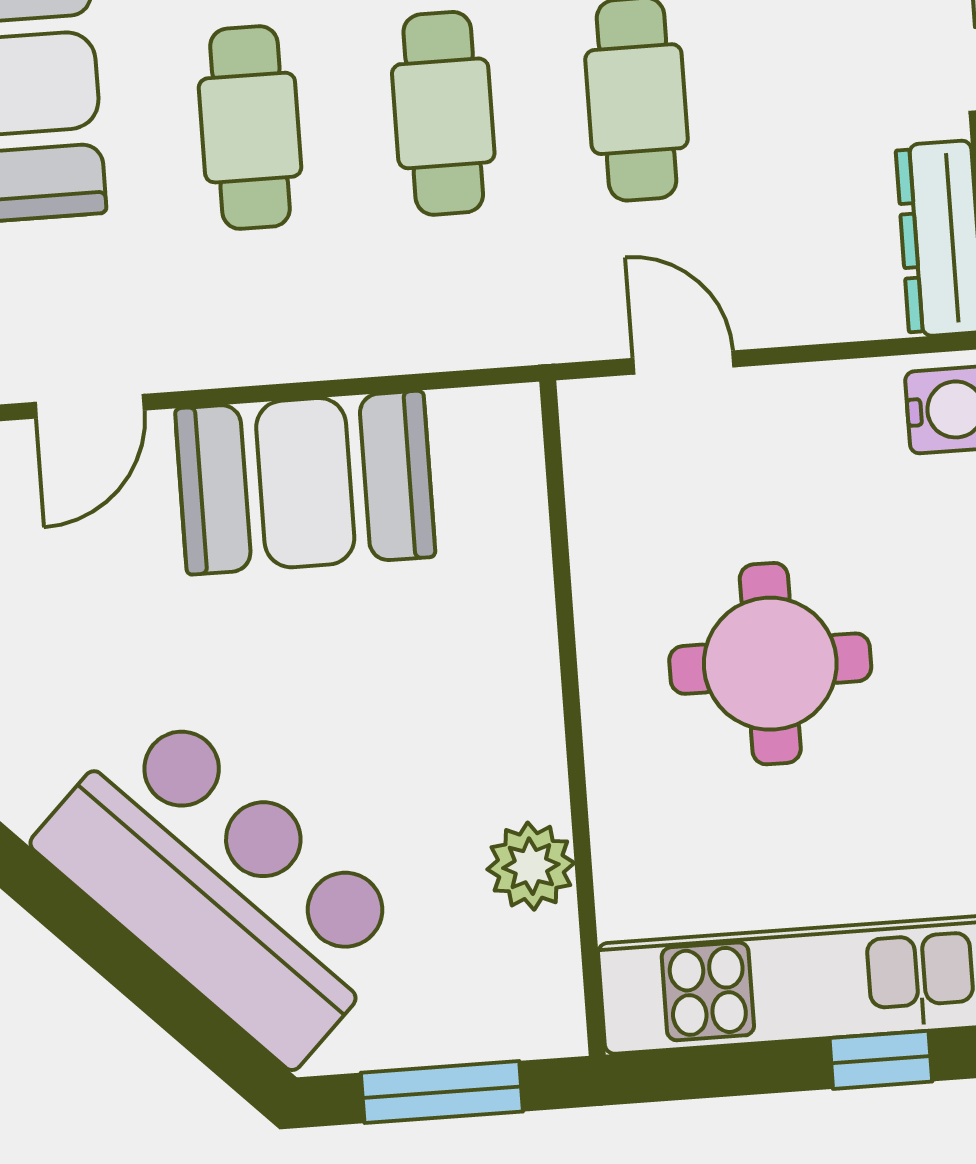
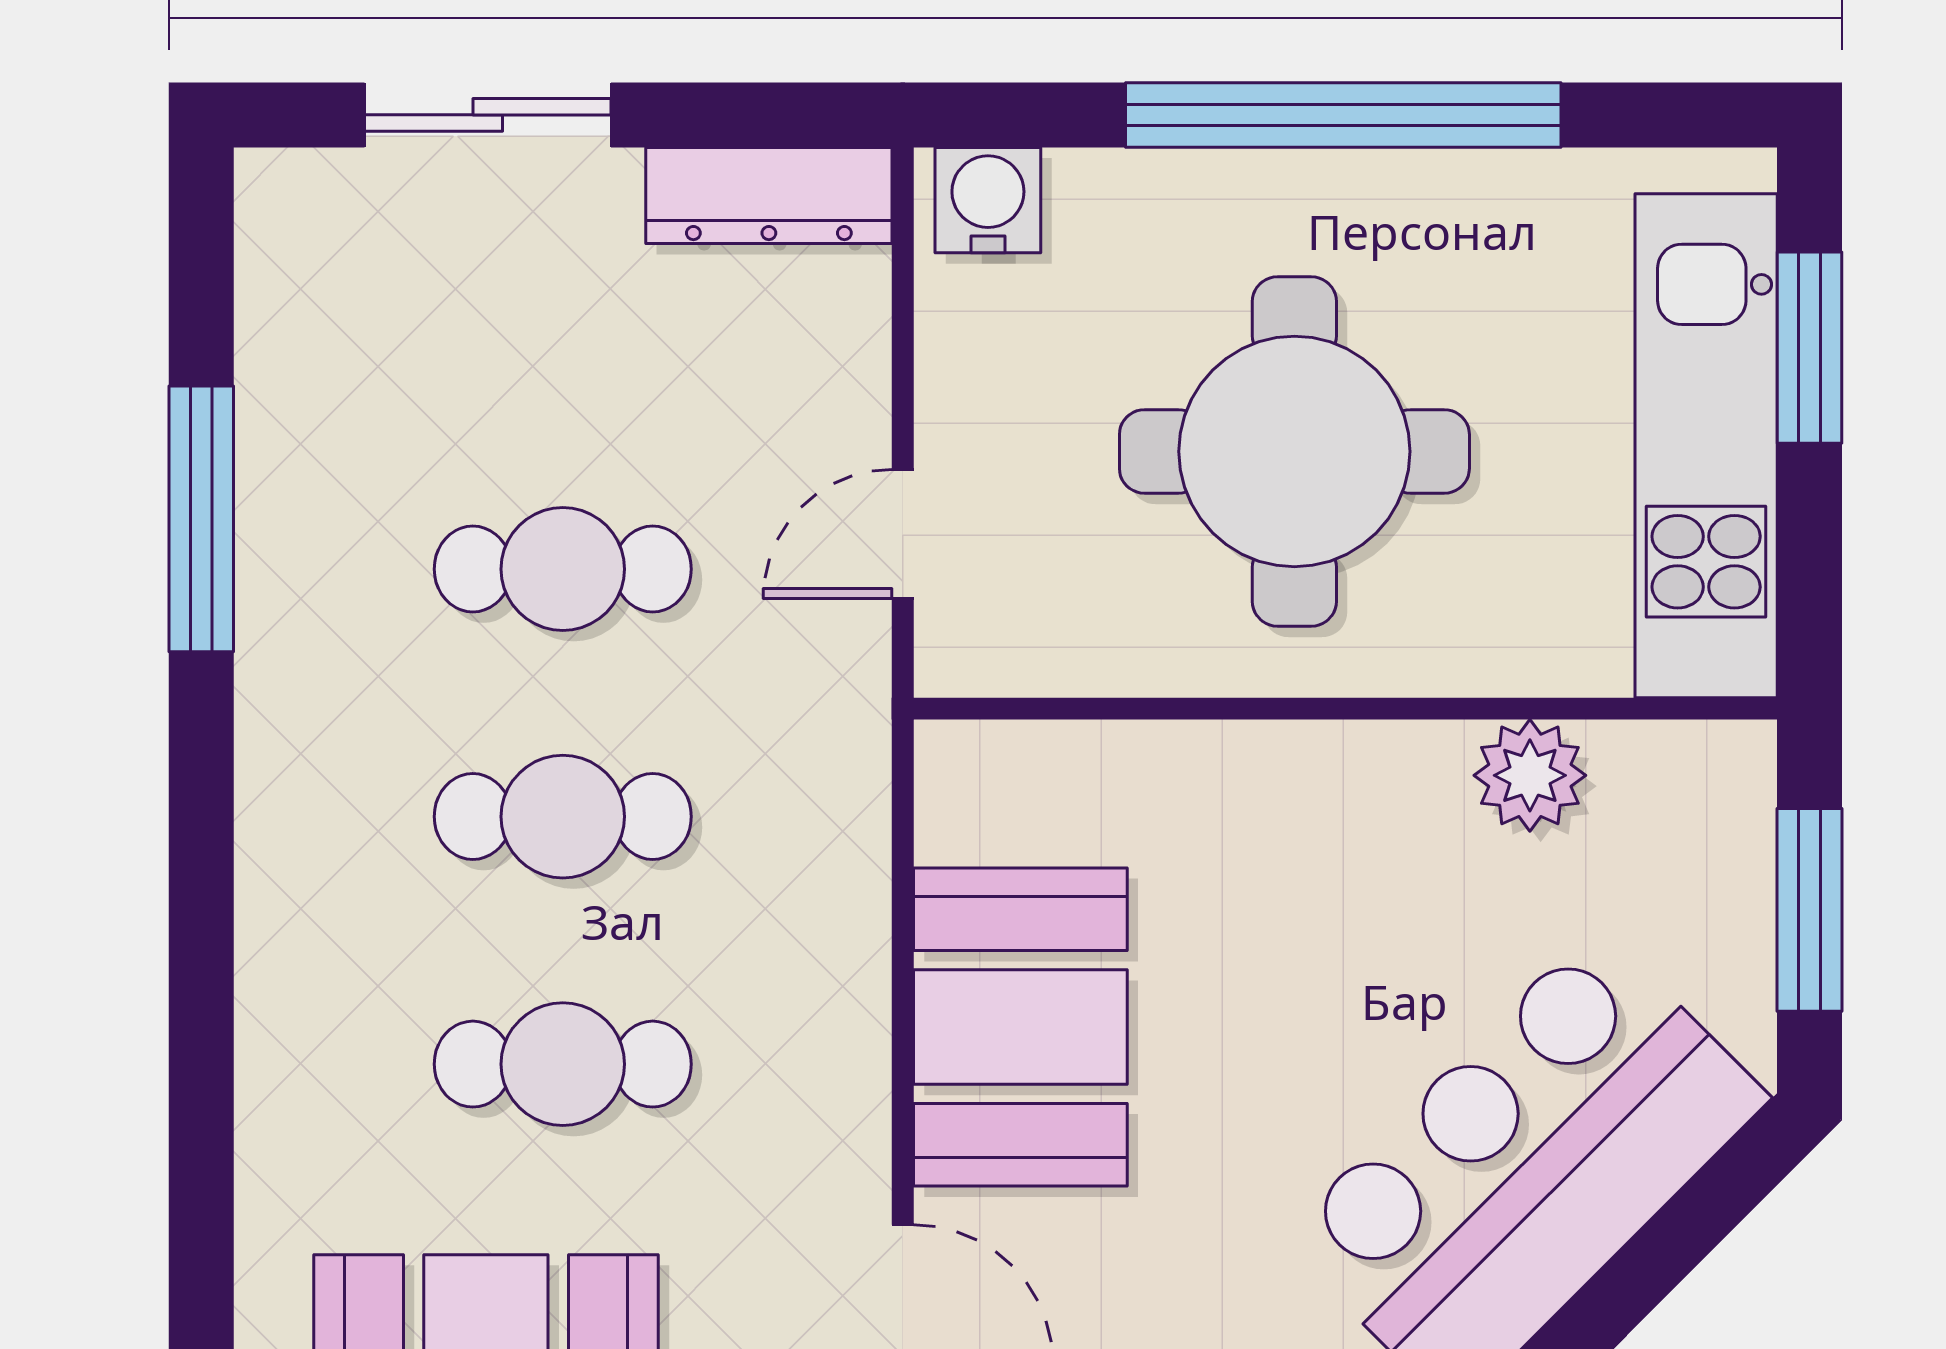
round table: (770, 664) -> (1294, 451), width x1.36, depth x1.36
window: (881, 1060) -> (1809, 348), width x1.50

